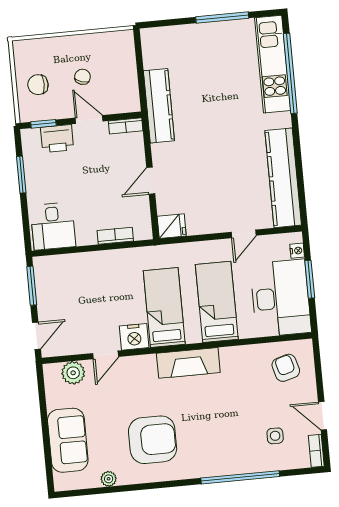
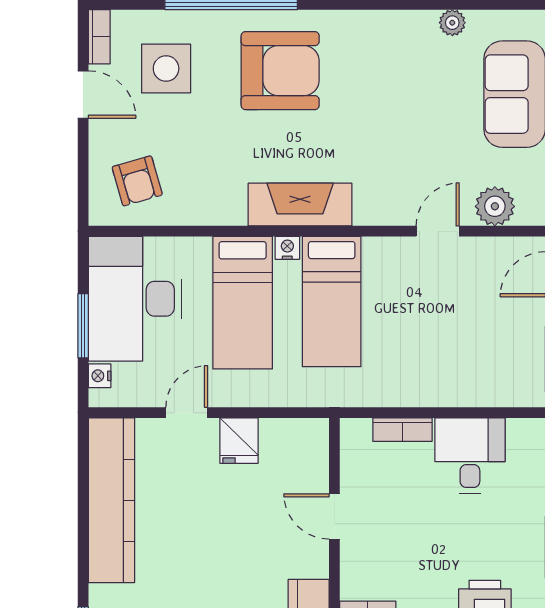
door: (151, 181) -> (334, 516), swing flipped
desk: (53, 226) -> (470, 456), moved
fridge: (172, 226) -> (239, 441), moved, turned -90
nightstand: (134, 337) -> (287, 248), moved, width x0.53, depth x0.56
side table: (275, 436) -> (166, 69), width x1.87, depth x1.87
armchair: (153, 440) -> (280, 71), moved, turned 180

